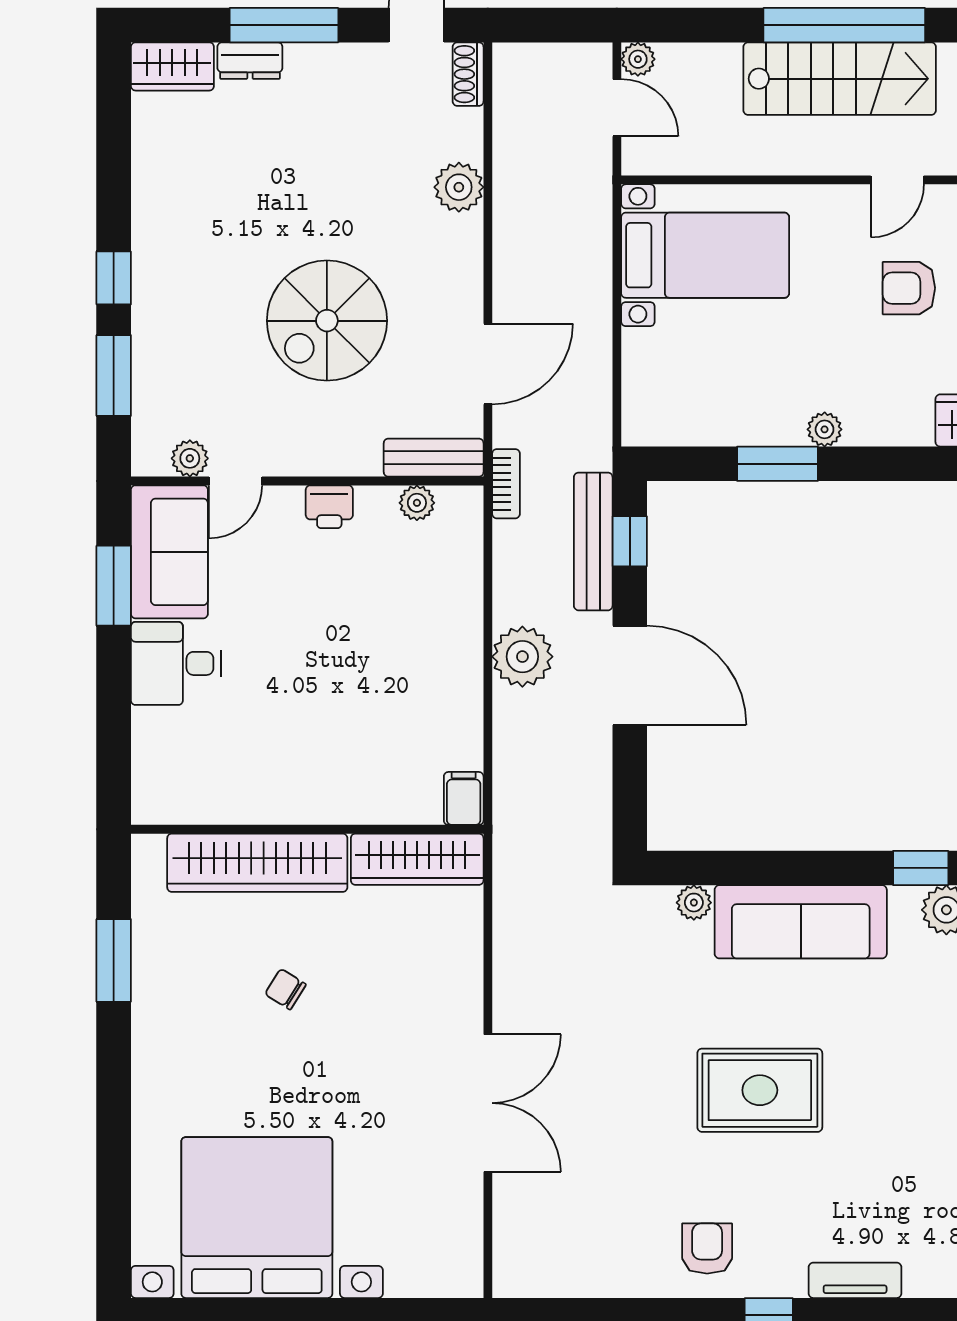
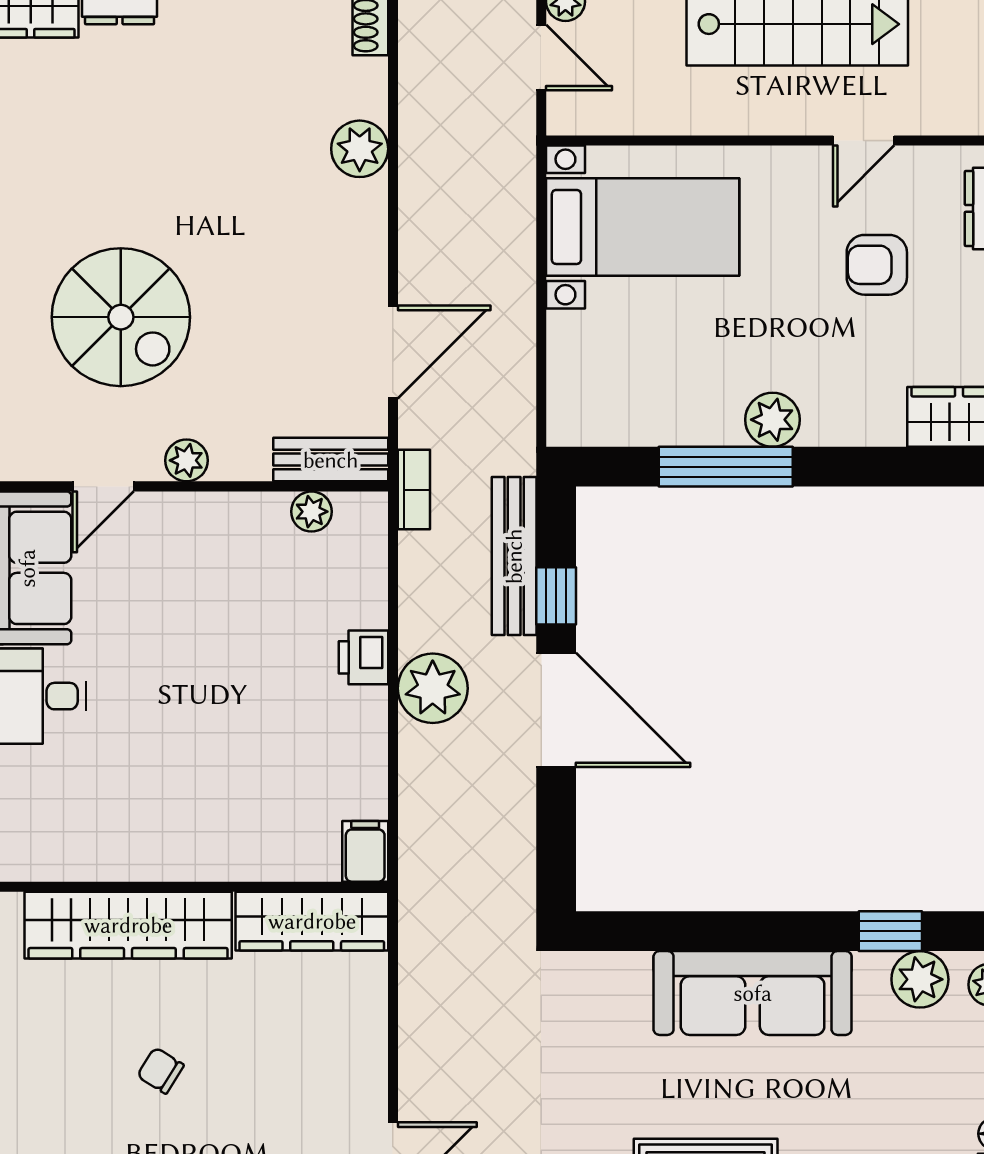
spiral stairs: (327, 321) -> (121, 317), moved, turned -90
plant: (825, 429) -> (773, 420), width x1.38, depth x1.38
plant: (190, 458) -> (186, 460), moved
window: (777, 464) -> (726, 467), width x1.44
printer: (329, 507) -> (363, 657), moved, turned 90
window: (630, 541) -> (556, 596), moved
plant: (694, 903) -> (630, 971), removed

